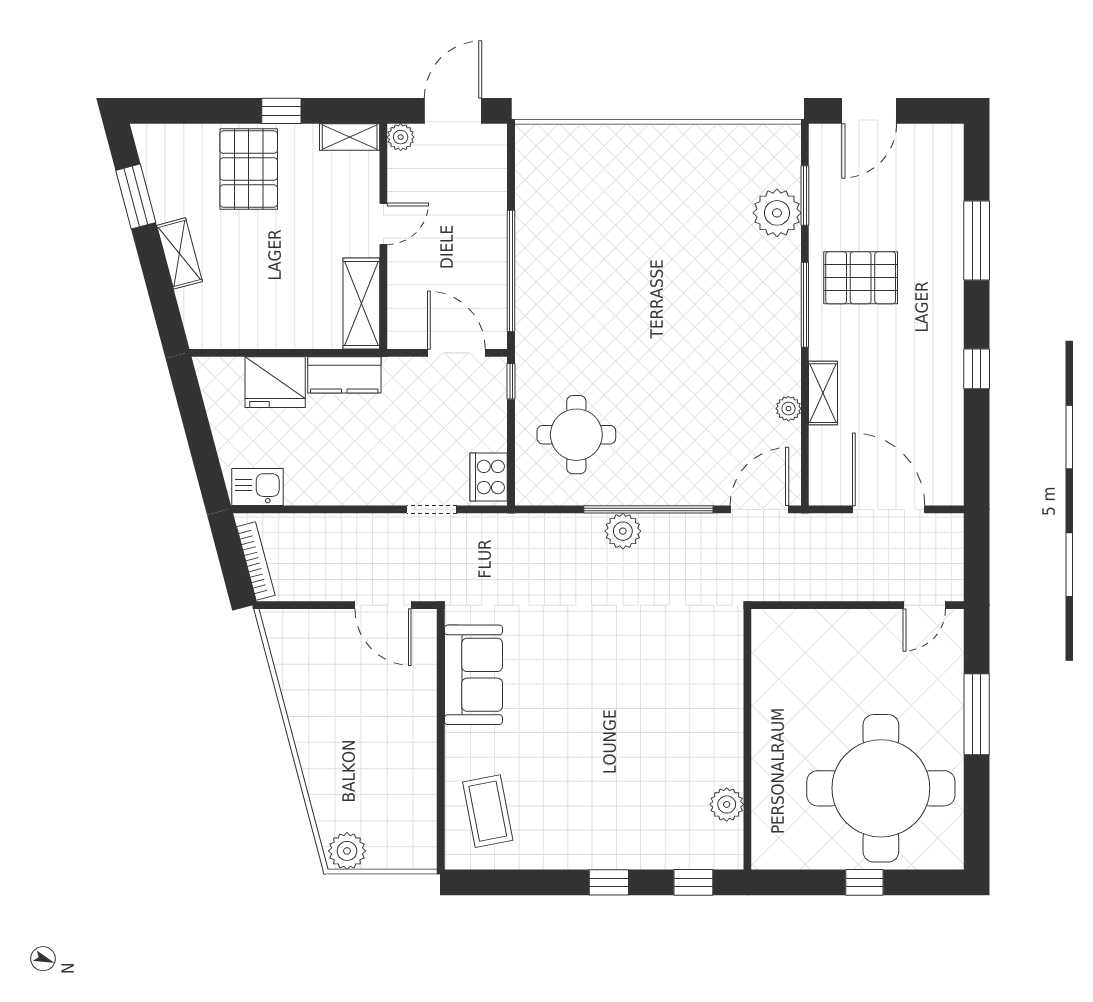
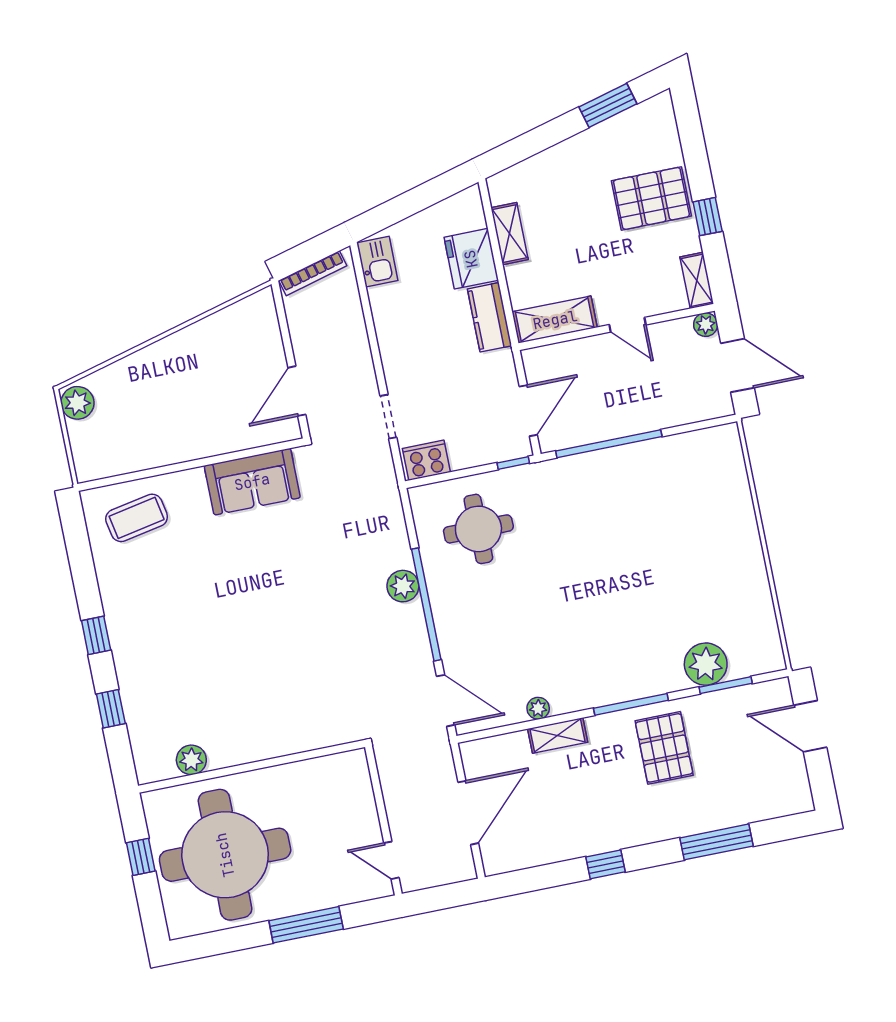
shelving: (180, 253) -> (510, 234), moved, turned -75
wall: (747, 739) -> (252, 766), moved
plant: (727, 804) -> (191, 760), moved

